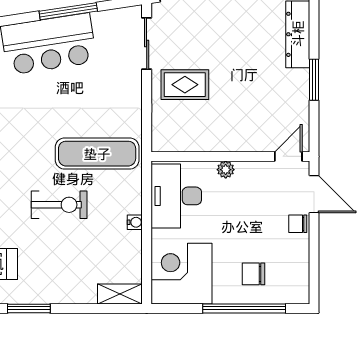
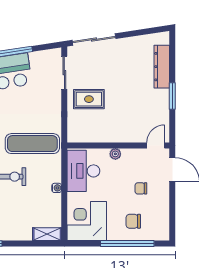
chair: (298, 224) -> (141, 188), moved

